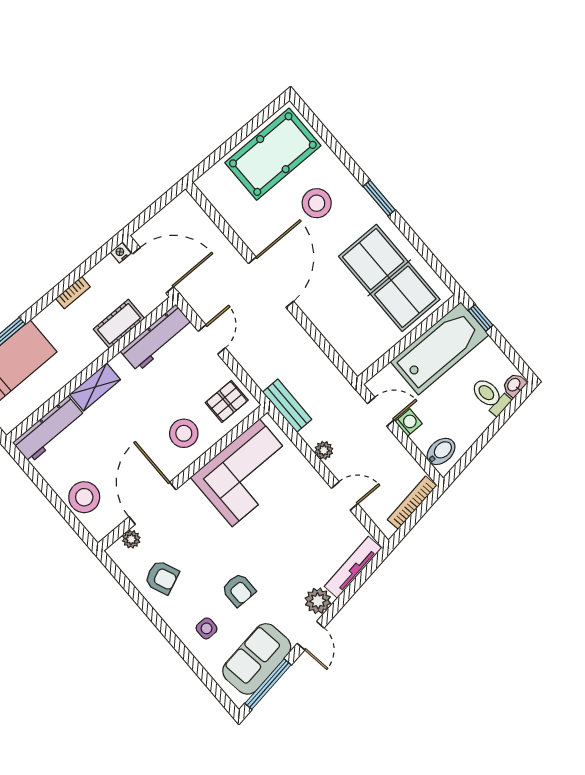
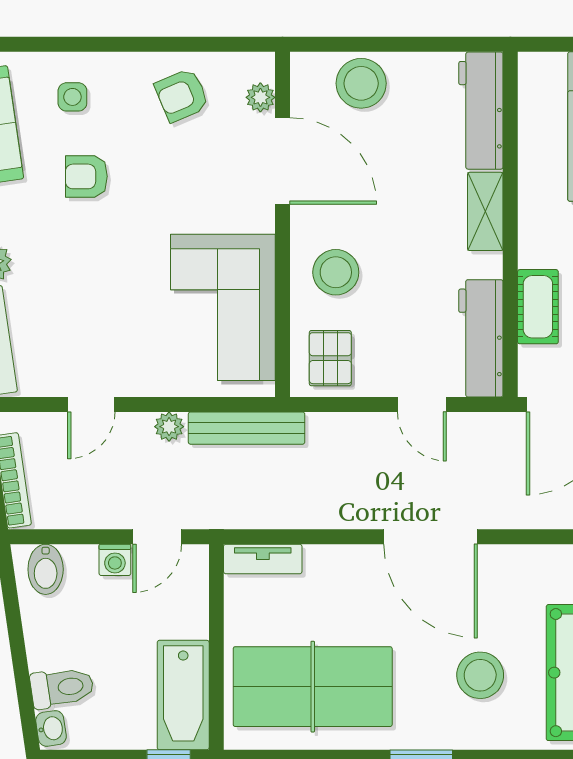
bathtub: (440, 348) -> (183, 695), width x0.73, depth x0.73
tv unit: (349, 353) -> (263, 559), added
bench: (287, 406) -> (247, 428), width x1.36

